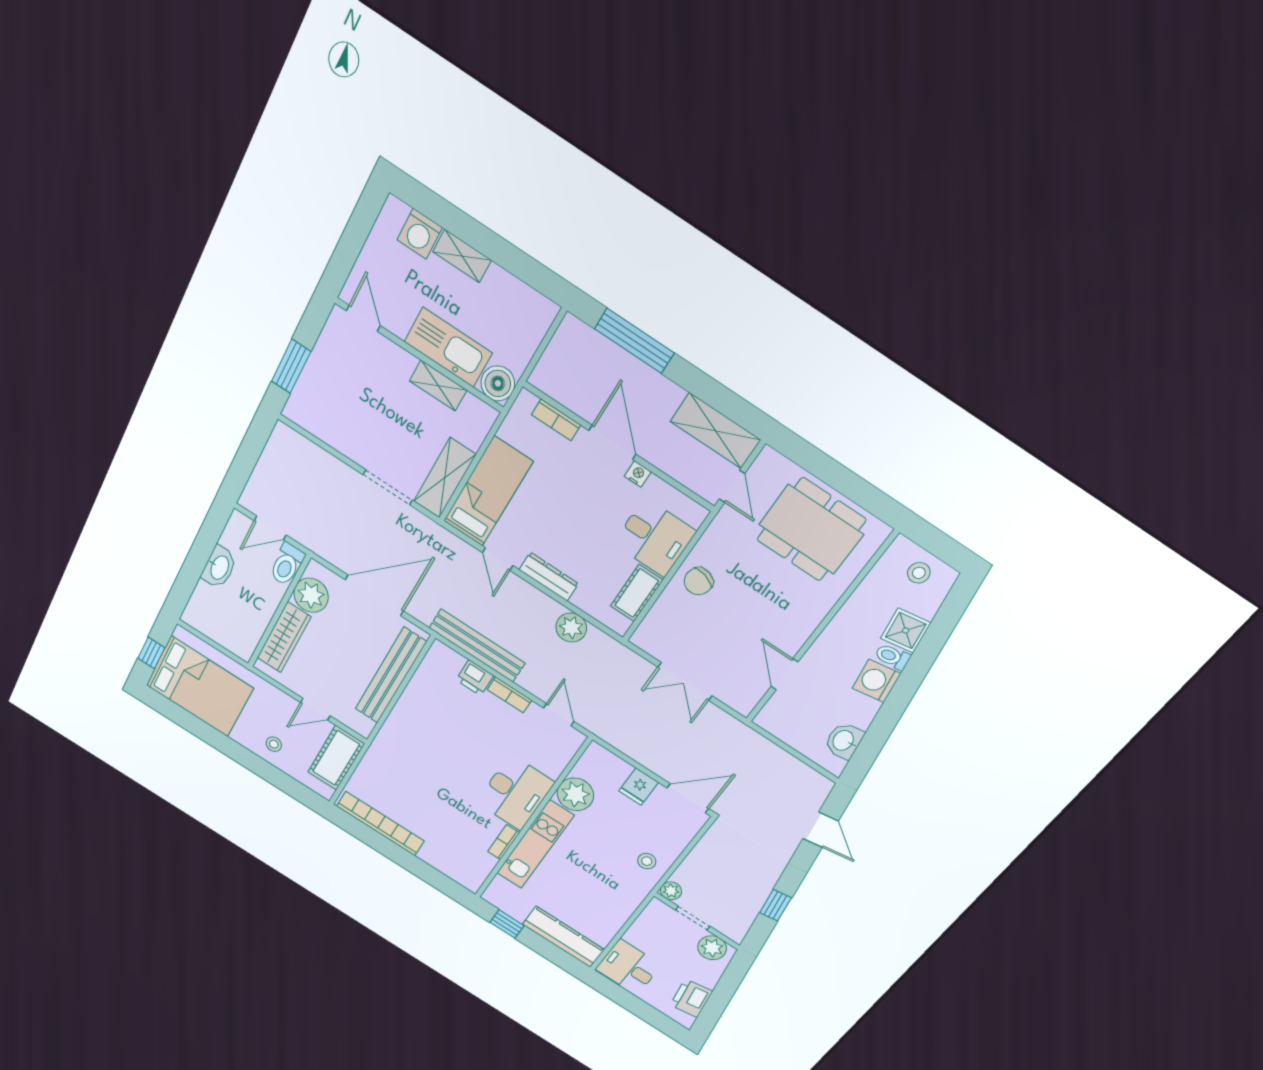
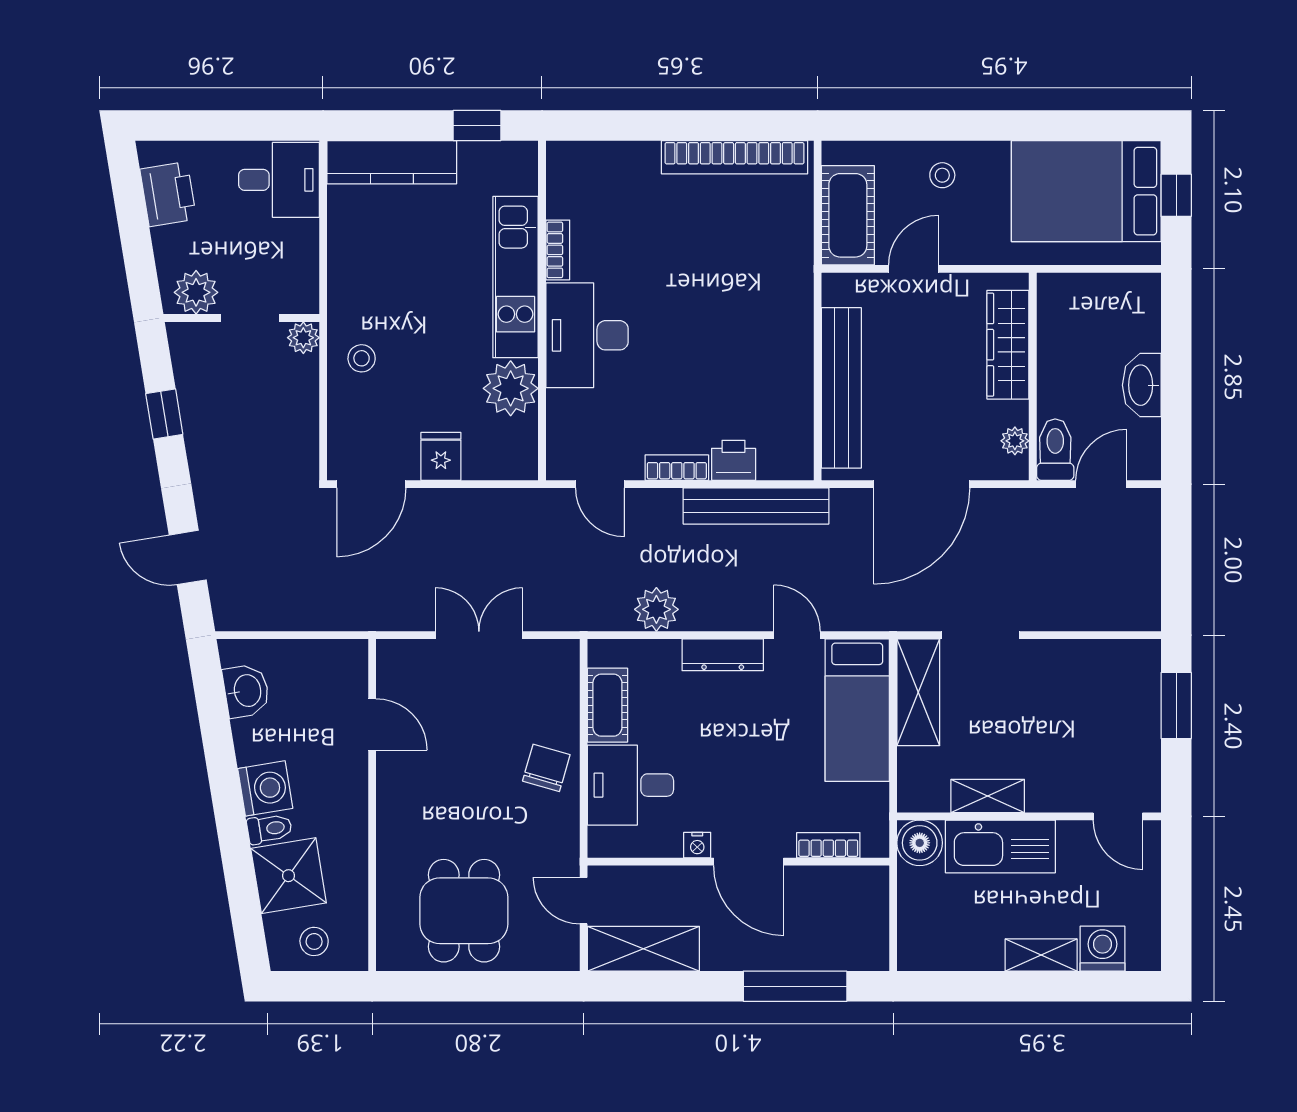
dining table: (811, 530) -> (464, 911), width x0.73
plant: (311, 595) -> (1015, 441), width x0.53, depth x0.53
shower: (906, 631) -> (289, 876), width x1.36, depth x1.36

